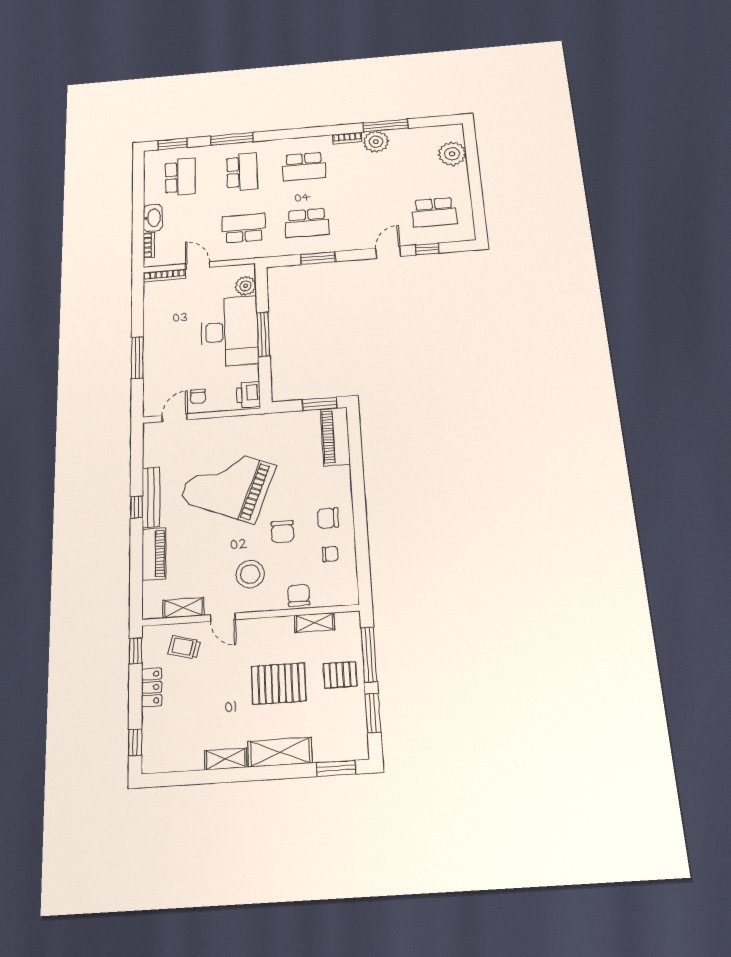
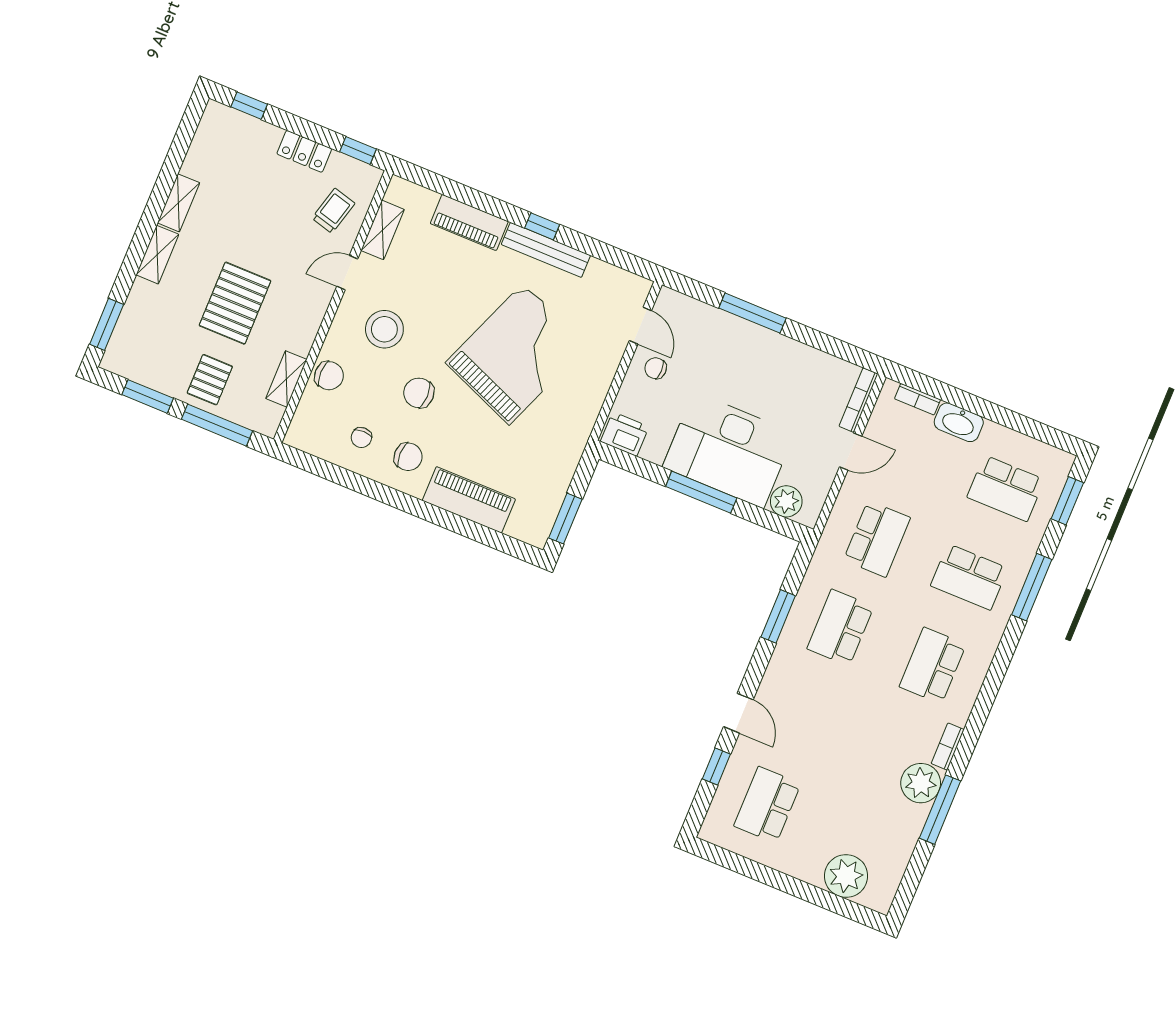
piano: (335, 436) -> (469, 500), moved
chair: (328, 518) -> (408, 457), turned 90
shelving: (280, 752) -> (157, 255), width x0.67, depth x0.75

